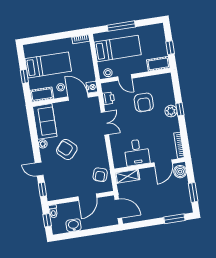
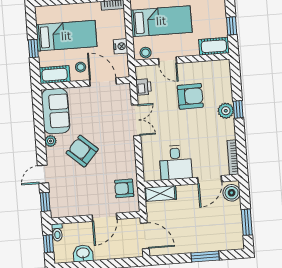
nightstand: (92, 87) -> (121, 46), moved
armchair: (144, 102) -> (190, 96), turned -91
door: (39, 169) -> (43, 174), hinge flipped
armchair: (100, 175) -> (124, 188), turned 72
window: (174, 219) -> (205, 256), moved

